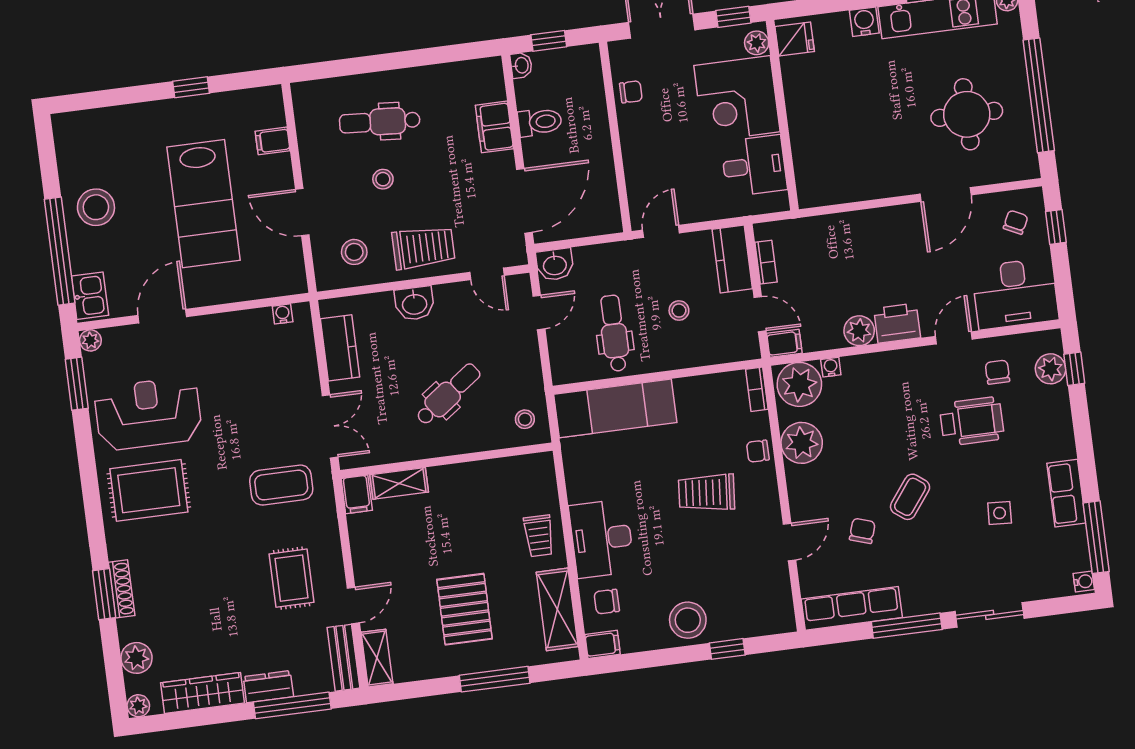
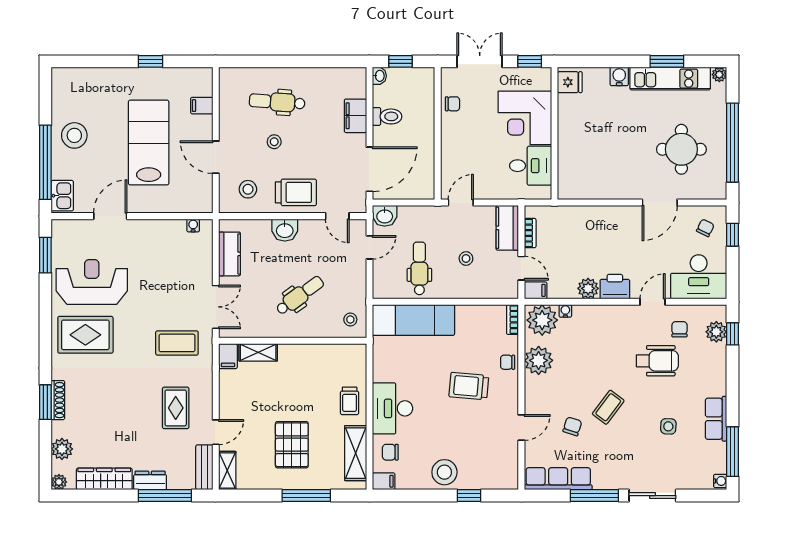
plant: (757, 43) -> (543, 81), removed
lab bench: (204, 204) -> (149, 143), turned 180
plant: (90, 340) -> (59, 227), removed

